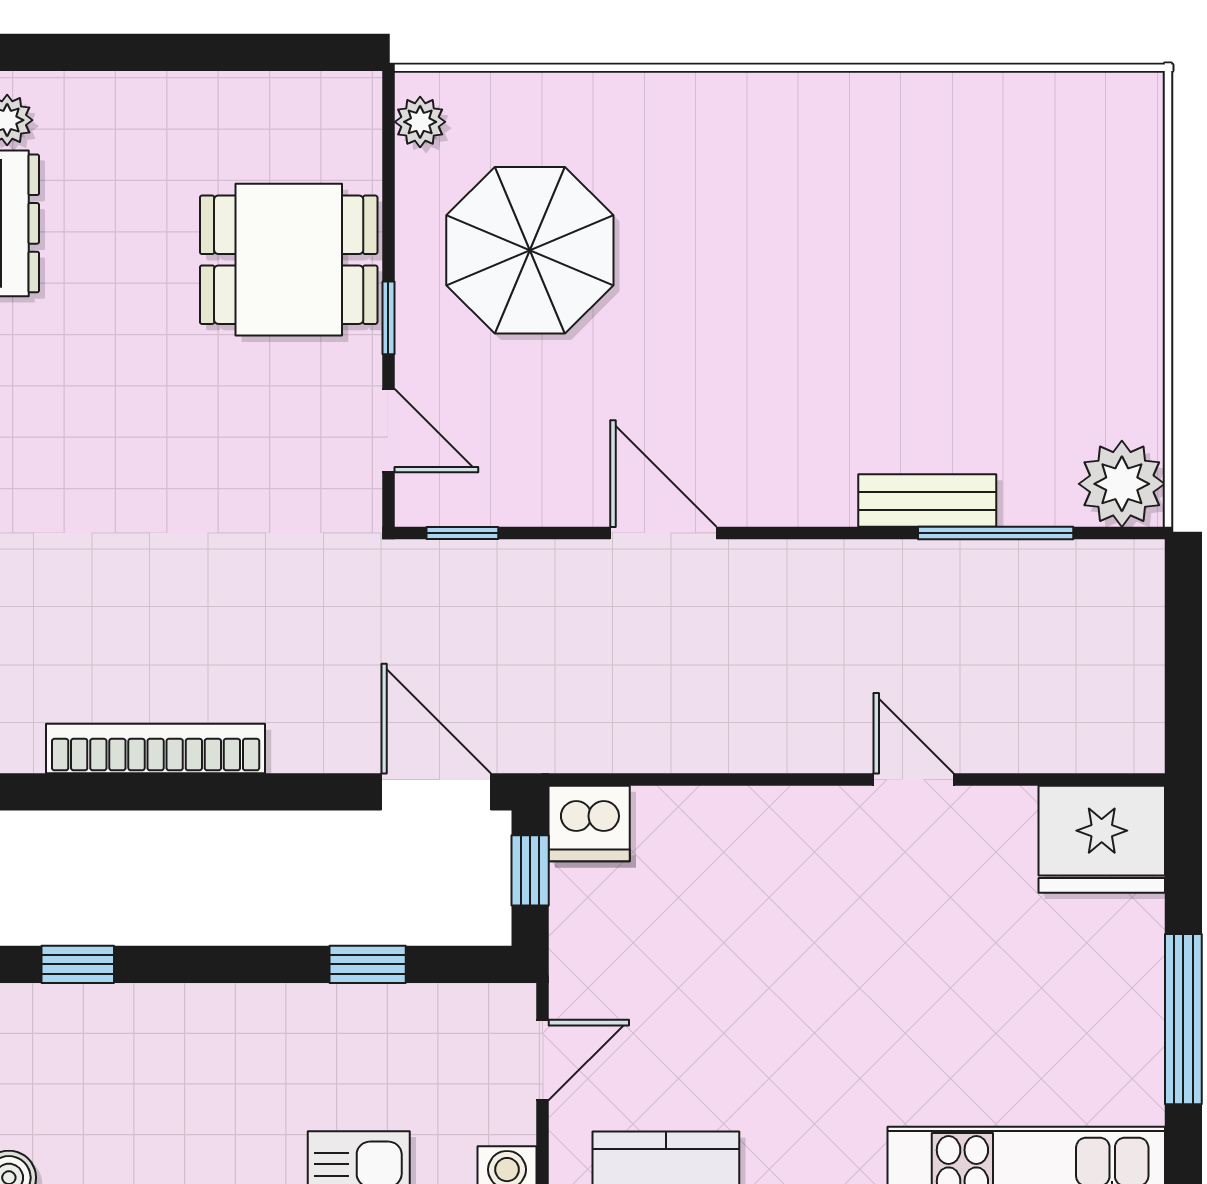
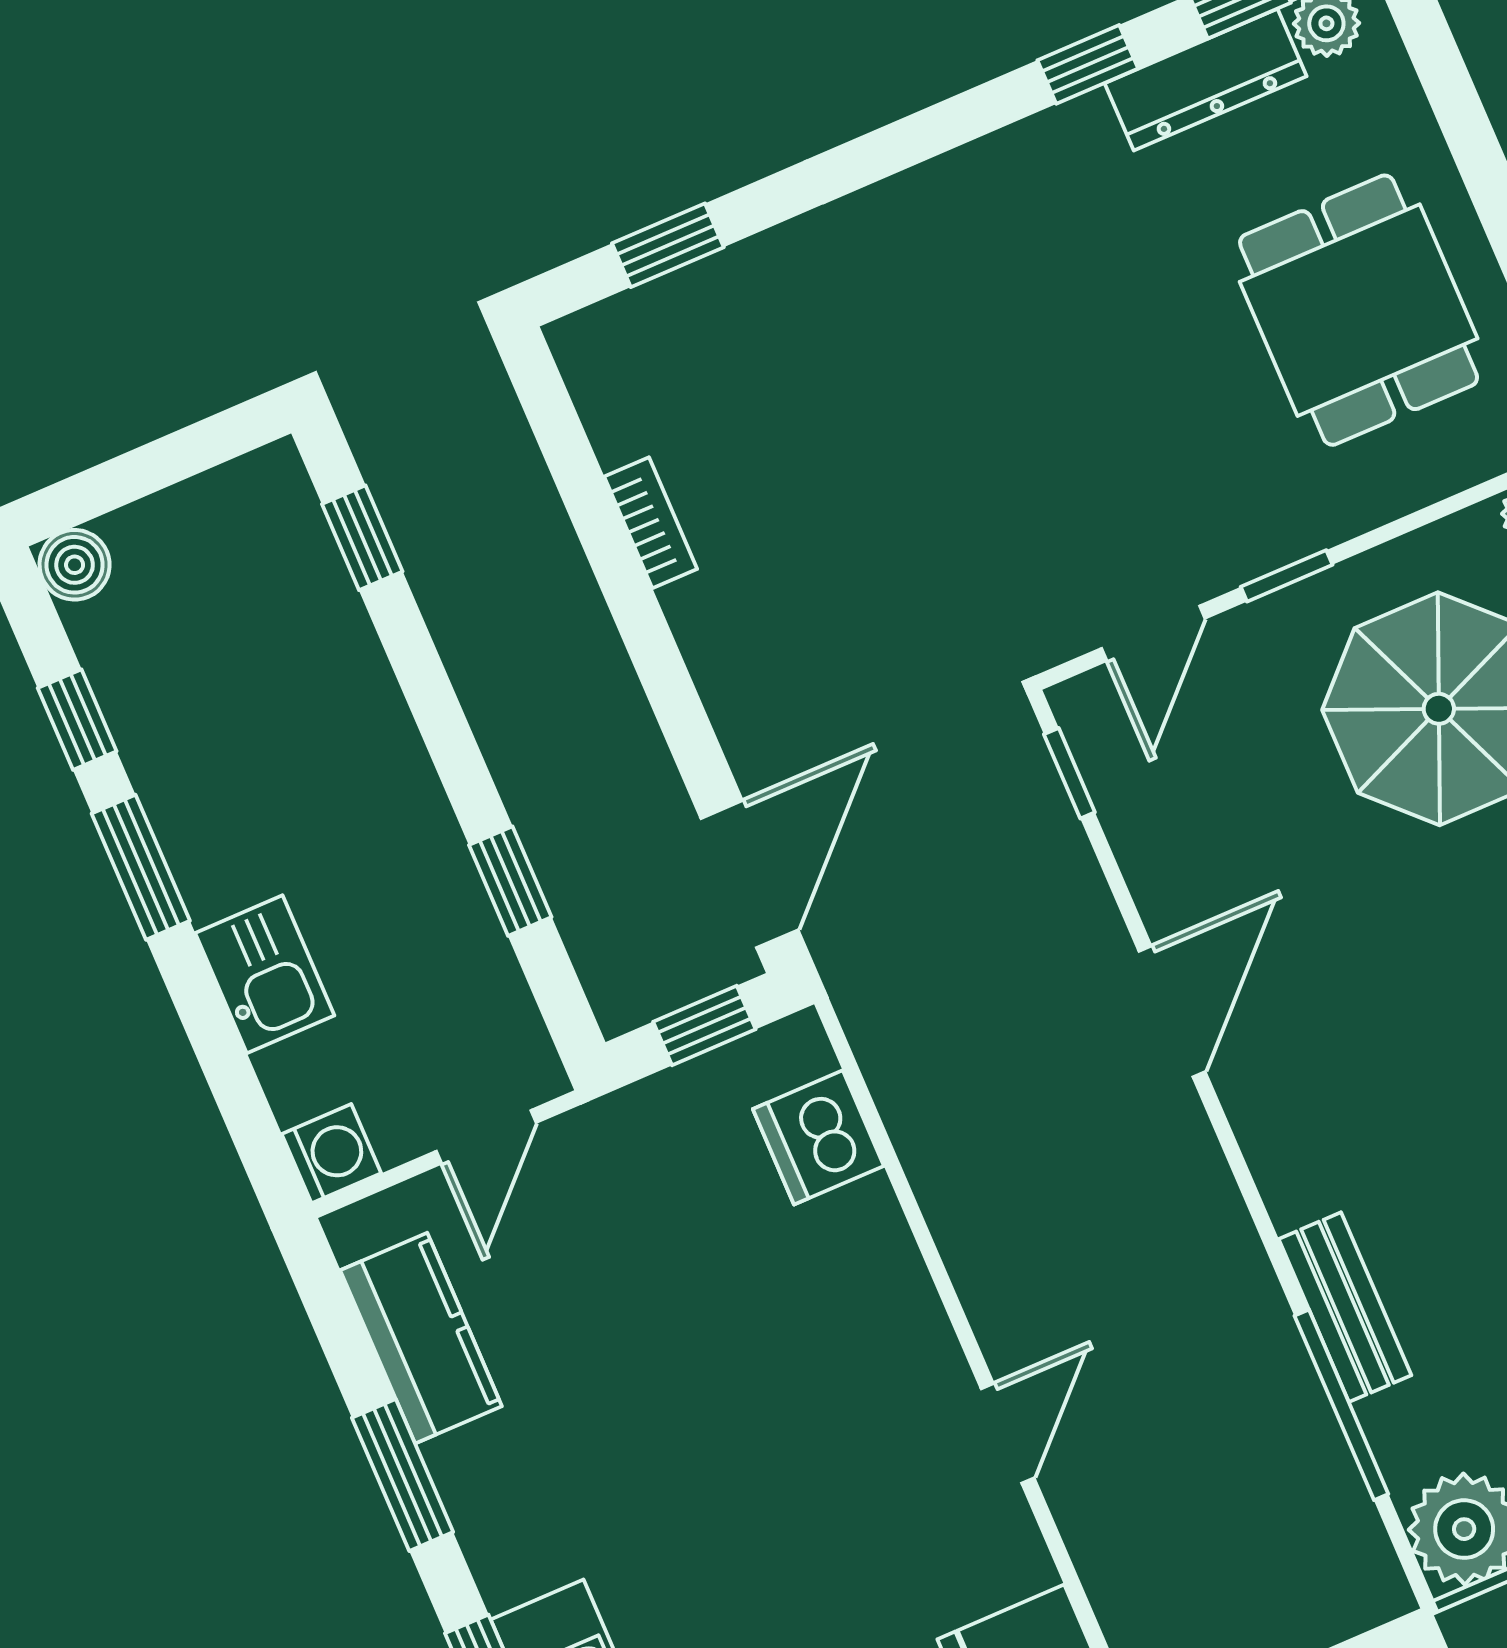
dining table: (289, 260) -> (1359, 310), moved
bookcase: (156, 749) -> (651, 523), width x0.43, depth x0.76
dishwasher: (589, 824) -> (818, 1137), moved
door: (543, 1060) -> (486, 1137), hinge flipped

